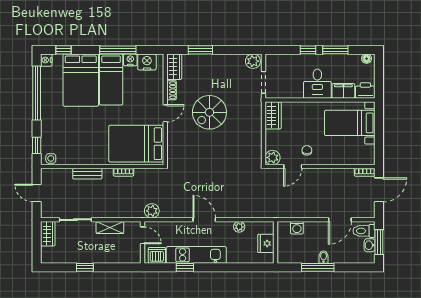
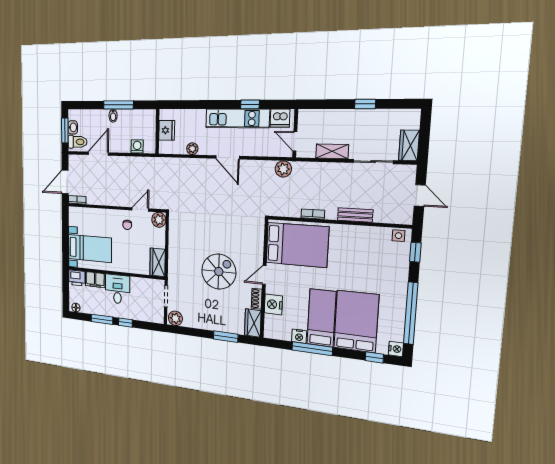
nightstand: (147, 62) -> (273, 304), moved, turned 90

